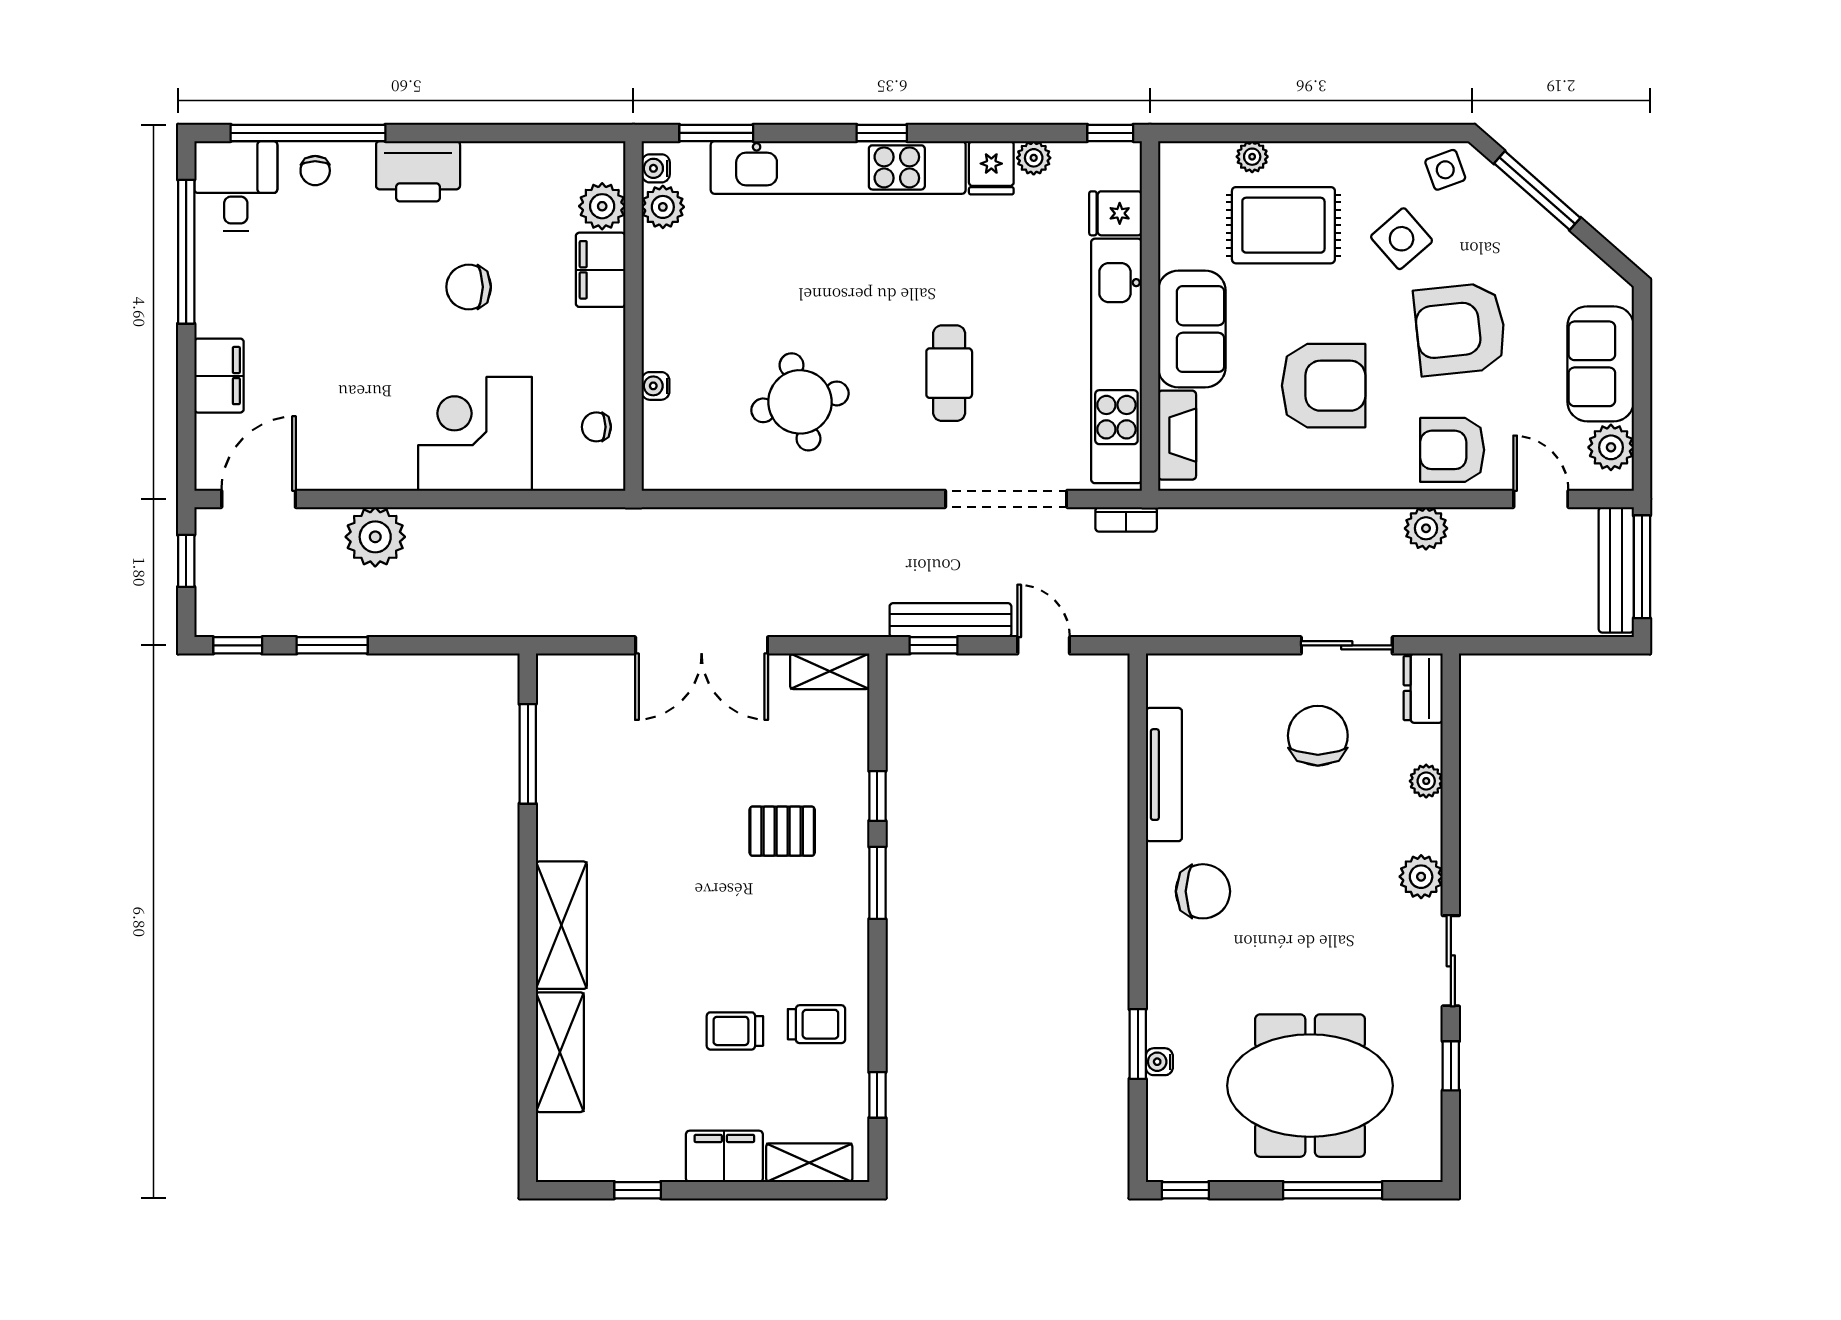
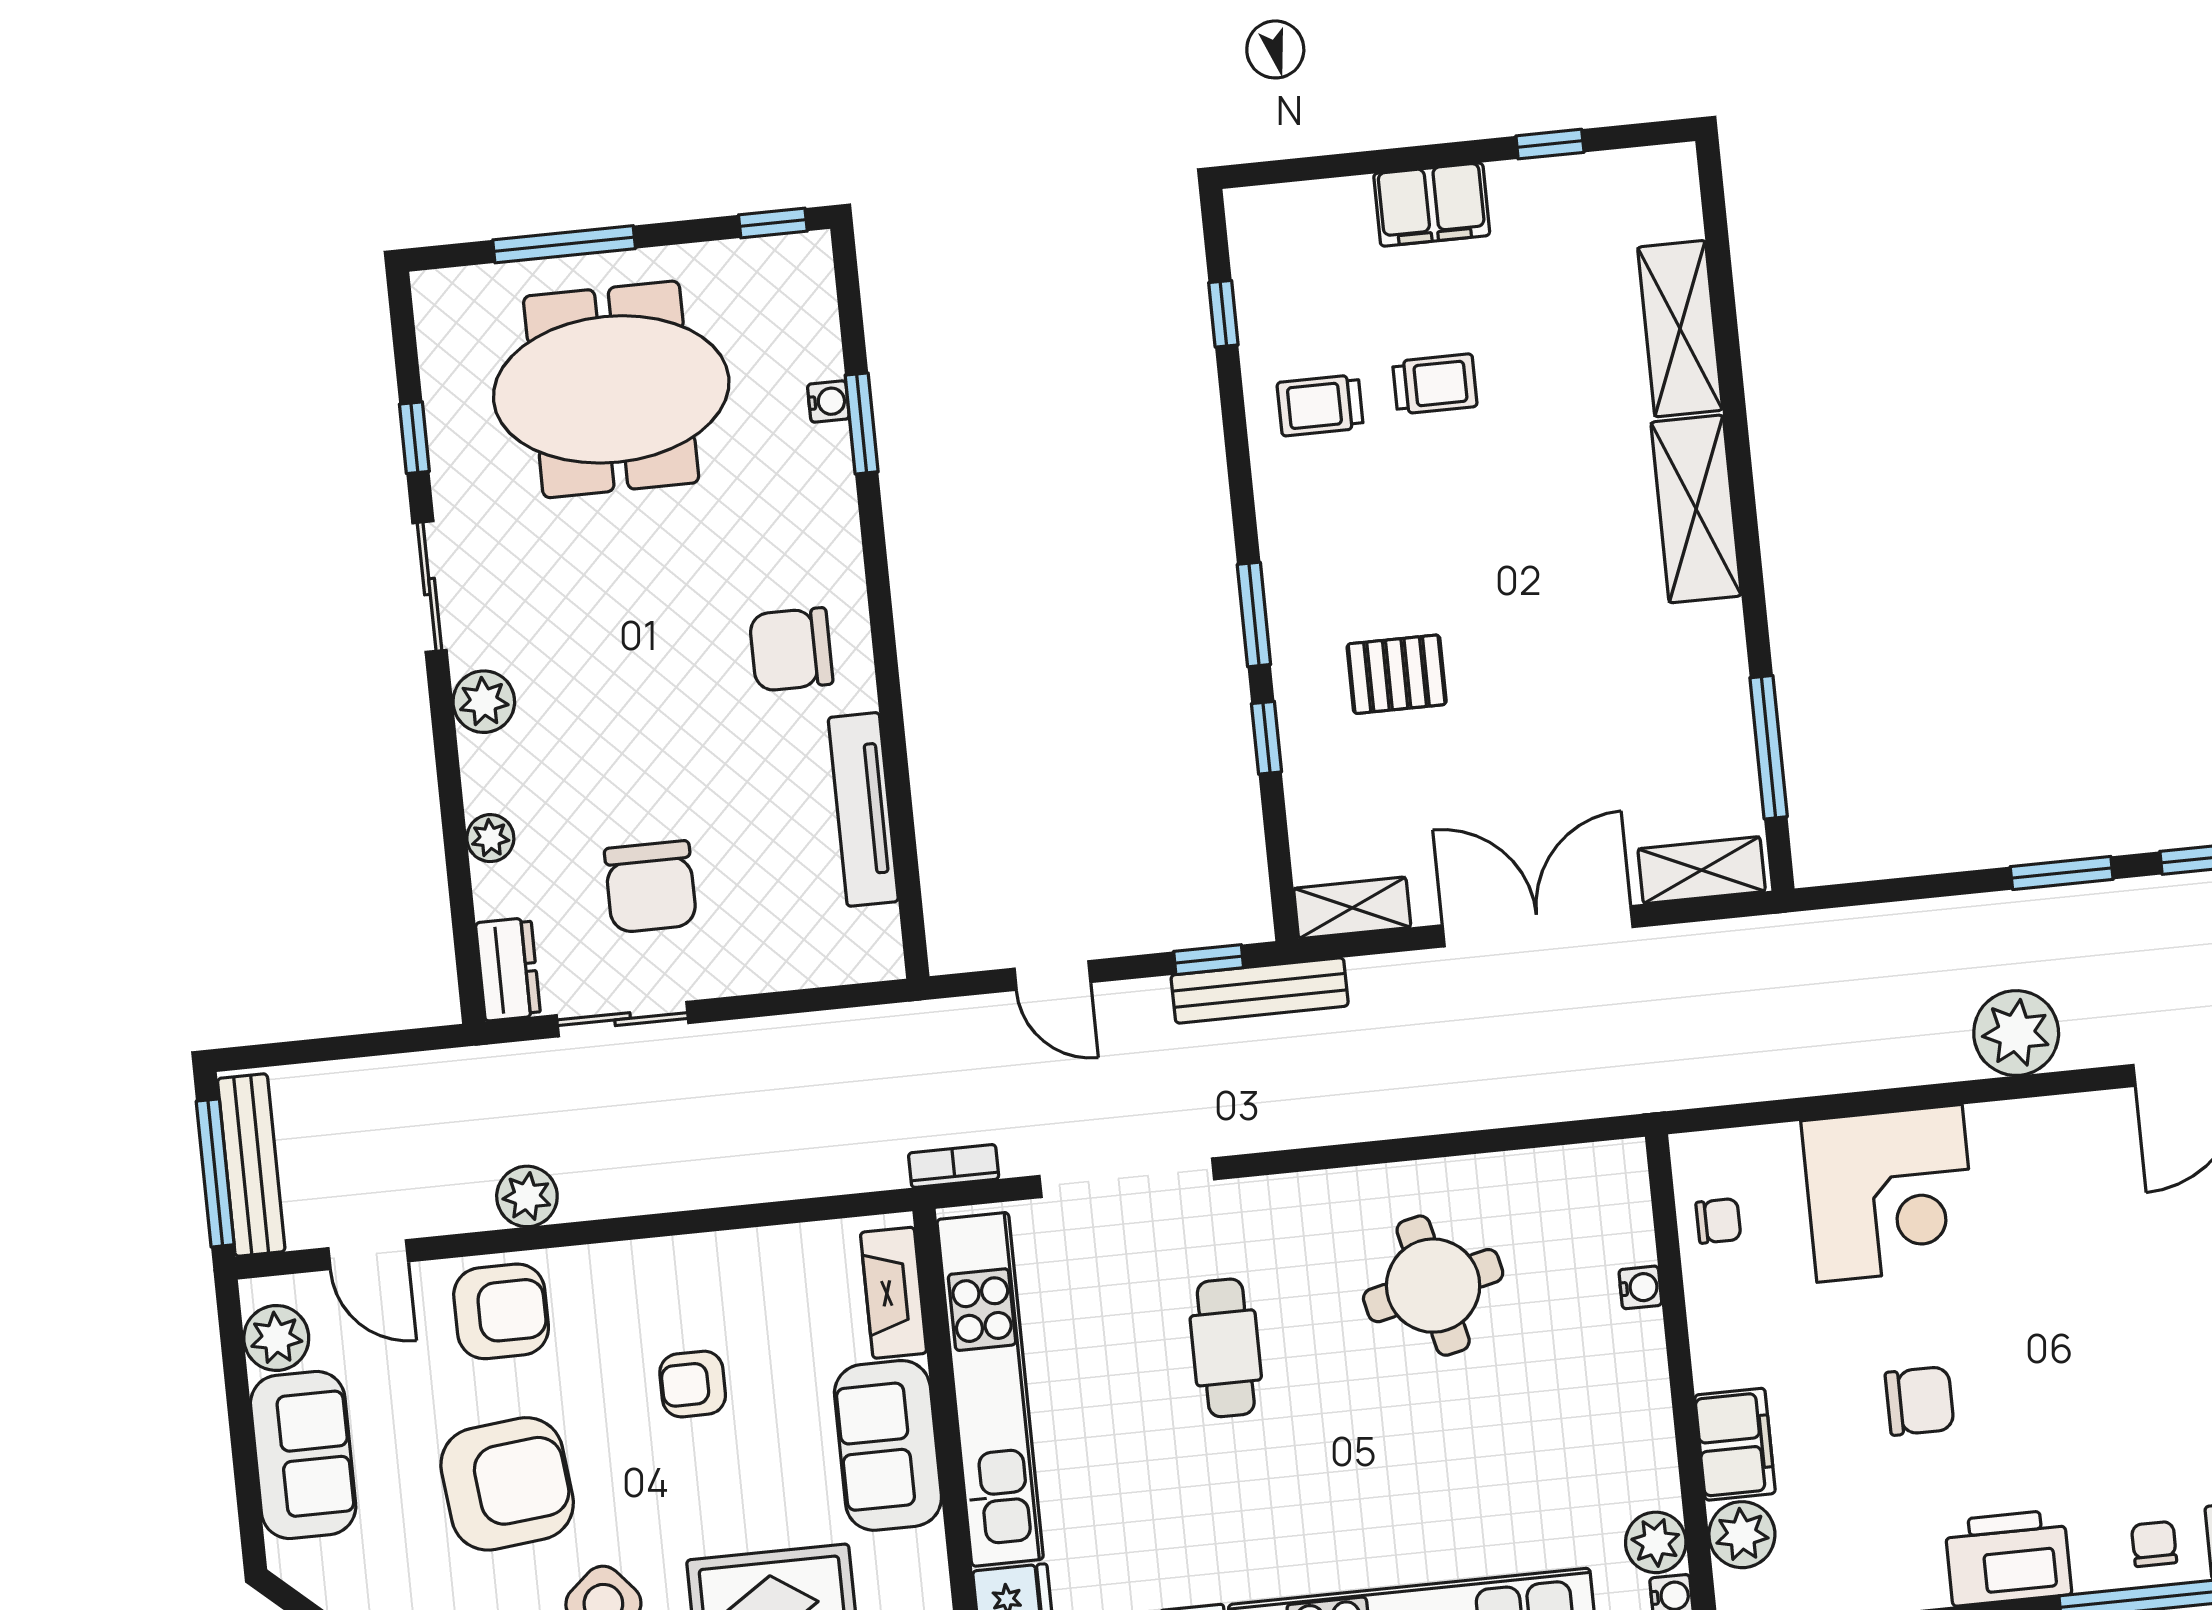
armchair: (1324, 386) -> (693, 1384), width x0.53, depth x0.53
bench: (950, 620) -> (1260, 990), moved
shelving: (809, 1163) -> (1702, 870), moved

